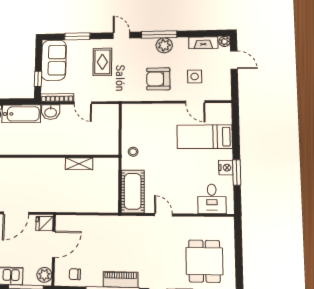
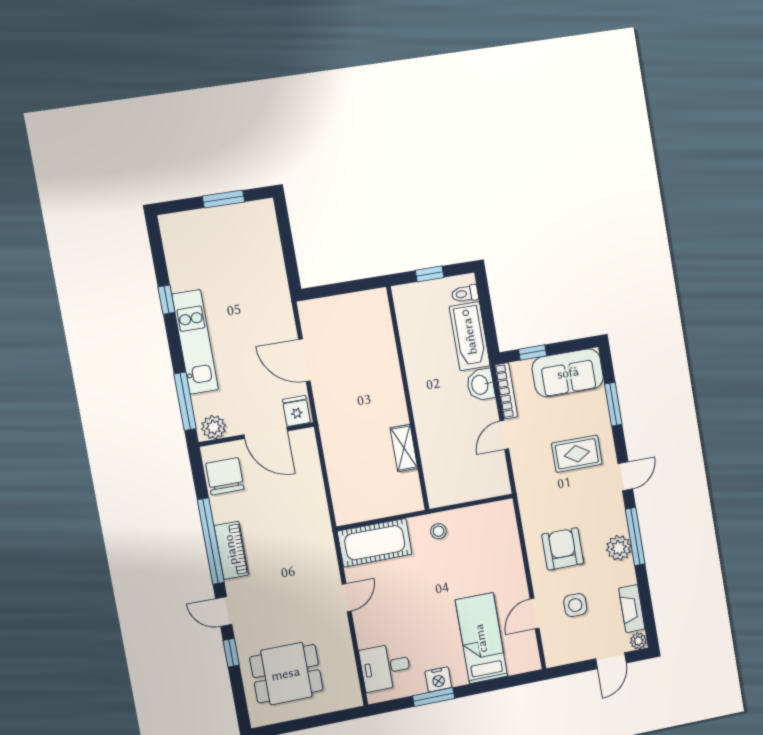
chair: (75, 274) -> (225, 476), width x1.87, depth x1.87

